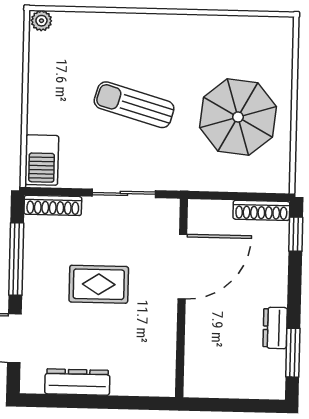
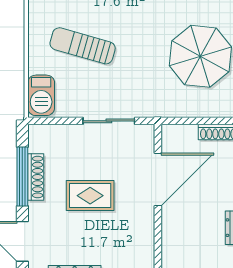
sun lounger: (134, 105) -> (83, 46), moved
shoe rack: (53, 205) -> (36, 177), moved, turned -90

